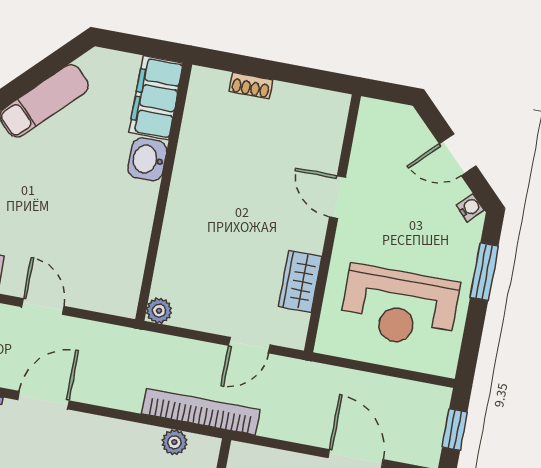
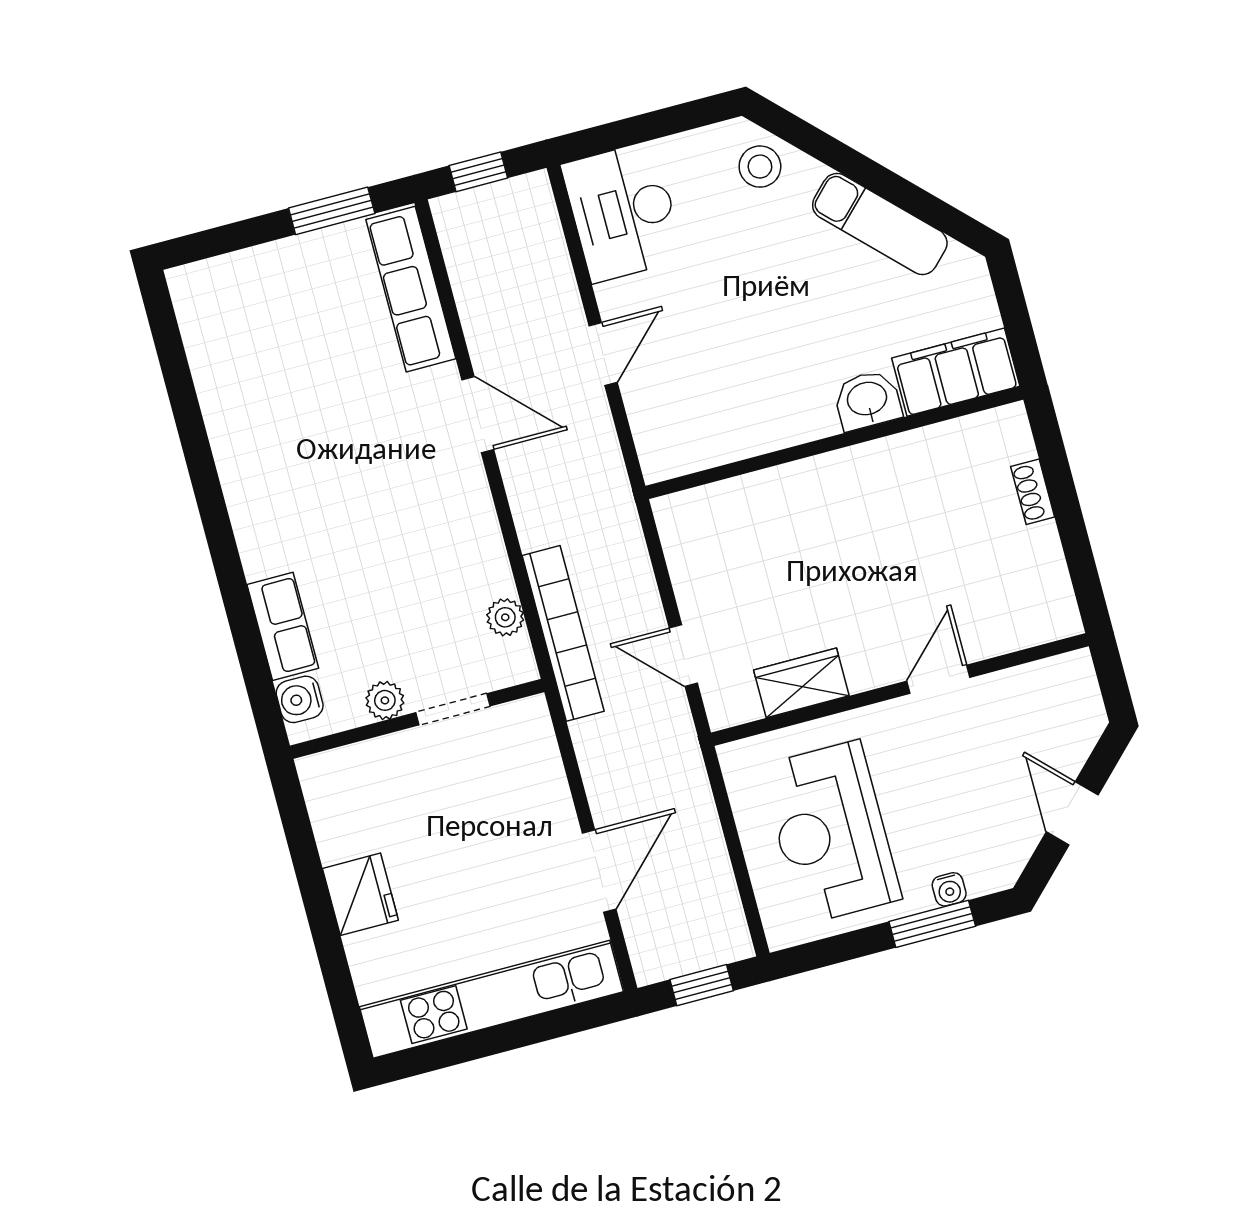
water cooler: (470, 207) -> (949, 889), moved, turned 45
plant: (159, 311) -> (672, 513), removed

